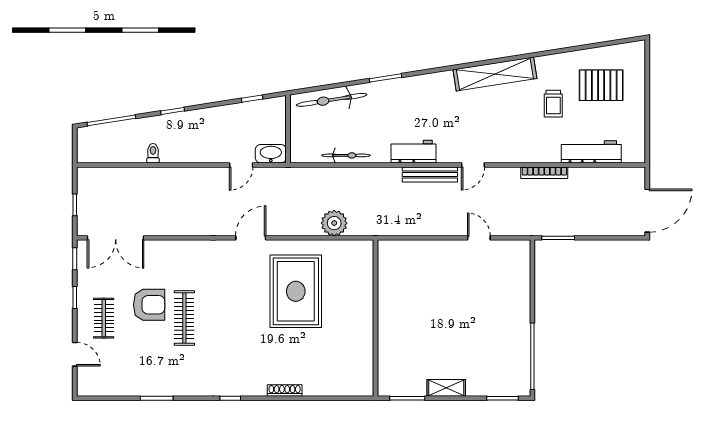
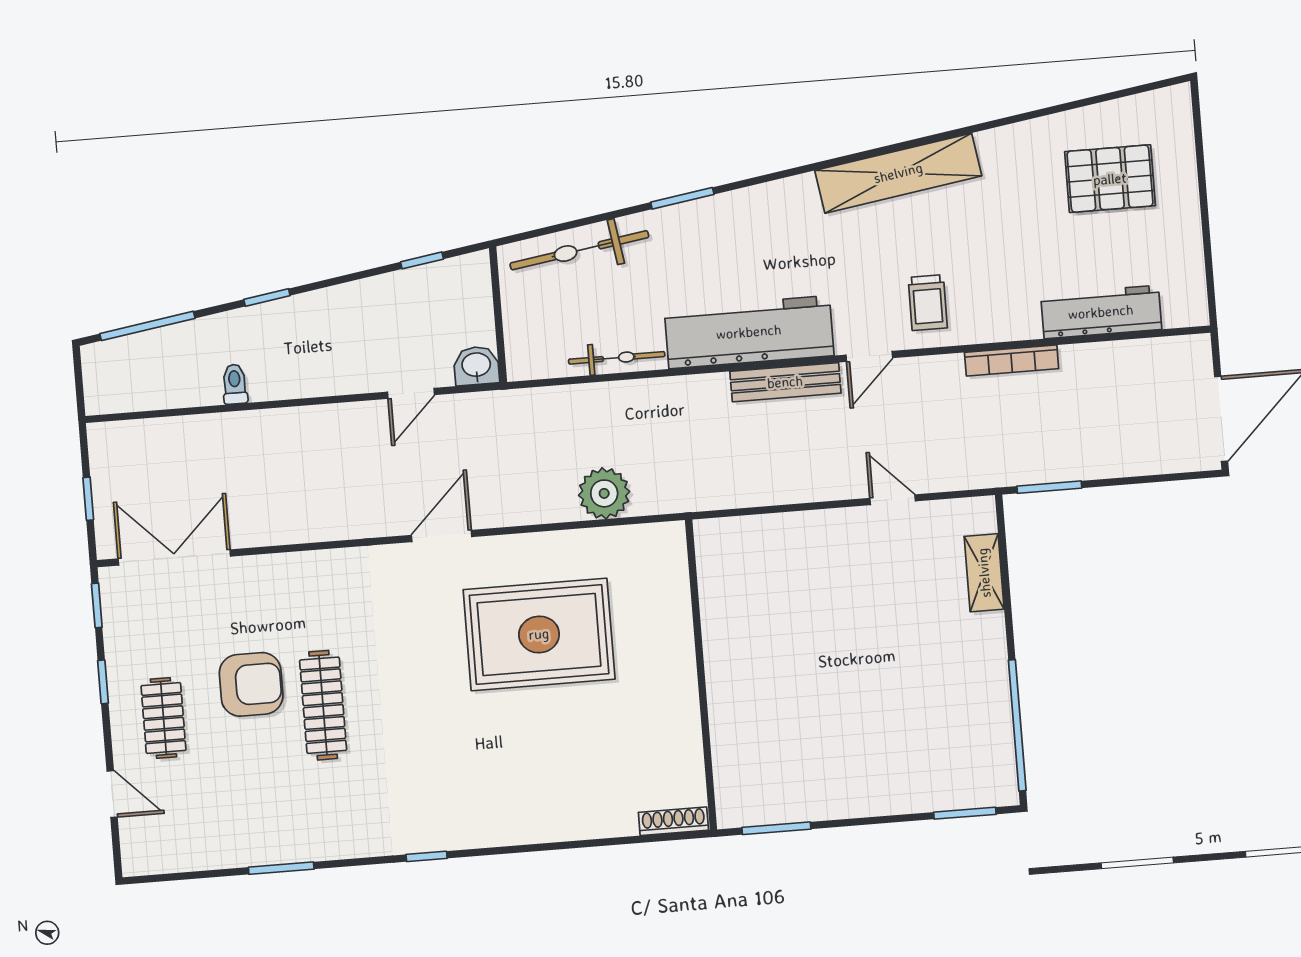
trolley: (553, 104) -> (928, 303), moved
workbench: (414, 152) -> (749, 332), width x1.88, depth x1.32
washbasin: (271, 154) -> (476, 366), width x0.72
double door: (116, 238) -> (174, 557), swing flipped
rug: (296, 291) -> (539, 634), turned 90
shelving: (446, 388) -> (984, 573), moved, turned 90
shoe rack: (285, 391) -> (673, 821), moved

